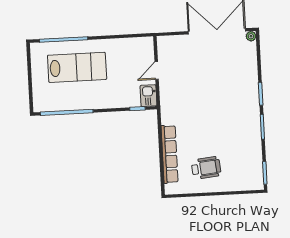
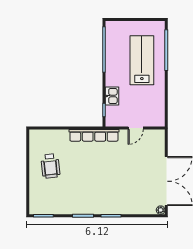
lab bench: (77, 67) -> (142, 60), turned 180
door: (157, 71) -> (136, 128), swing flipped
kitchen sink: (148, 96) -> (112, 96), moved, turned 90
row of seats: (170, 154) -> (94, 135), moved

